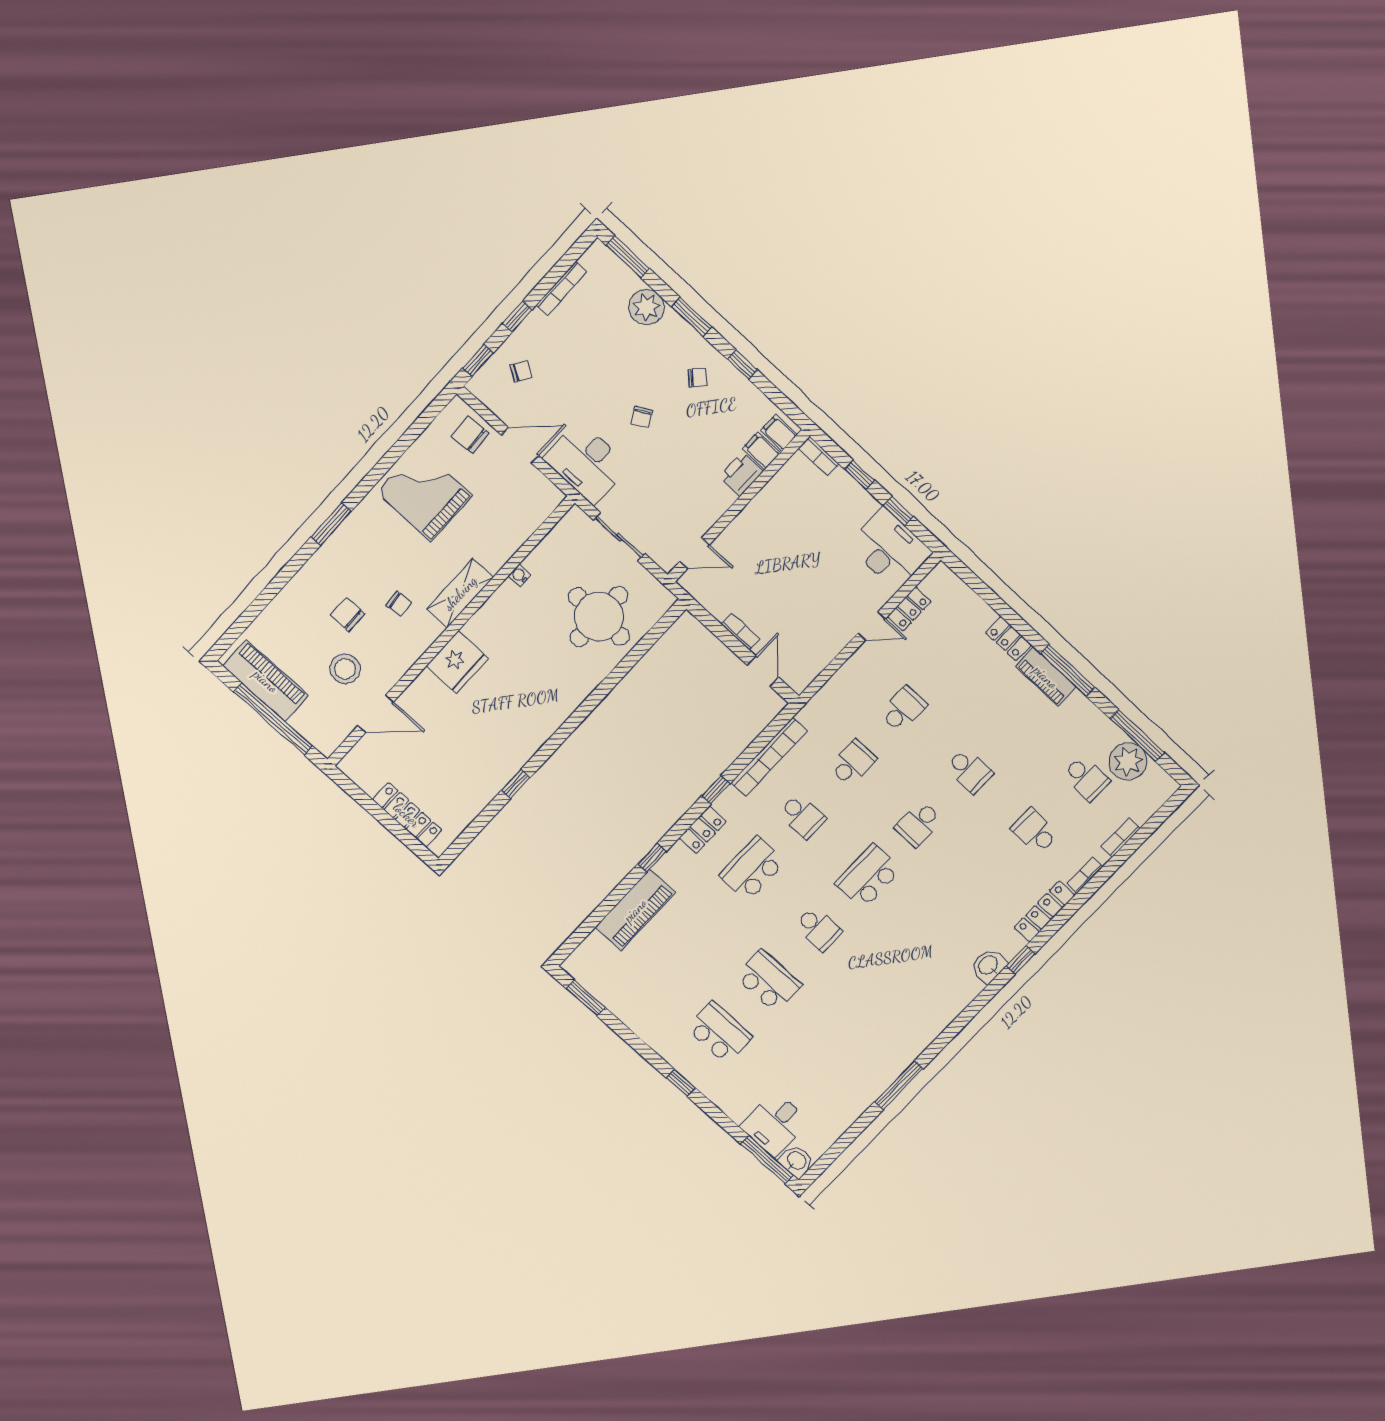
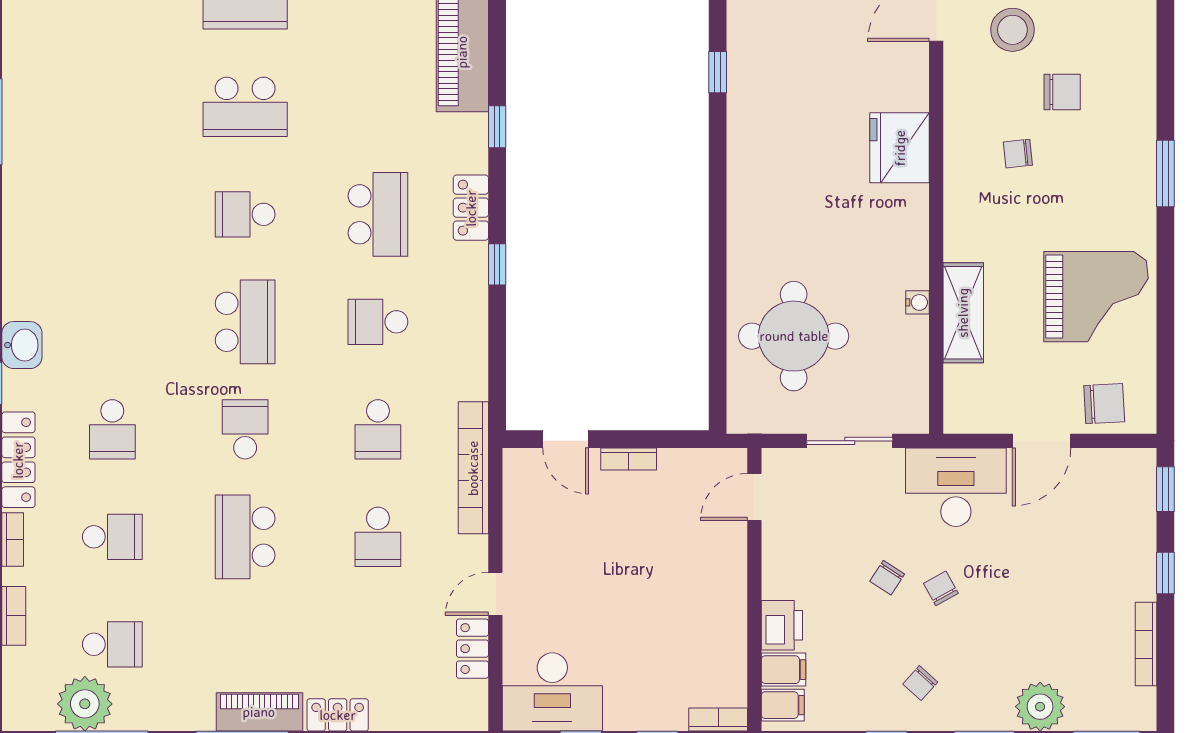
chair: (521, 371) -> (887, 578), moved
shelving: (460, 593) -> (963, 313), moved
bookcase: (769, 757) -> (473, 468), moved
school desk: (969, 771) -> (245, 537), width x1.85
school desk: (1086, 778) -> (112, 644), turned 180
school desk: (984, 884) -> (112, 429), added

